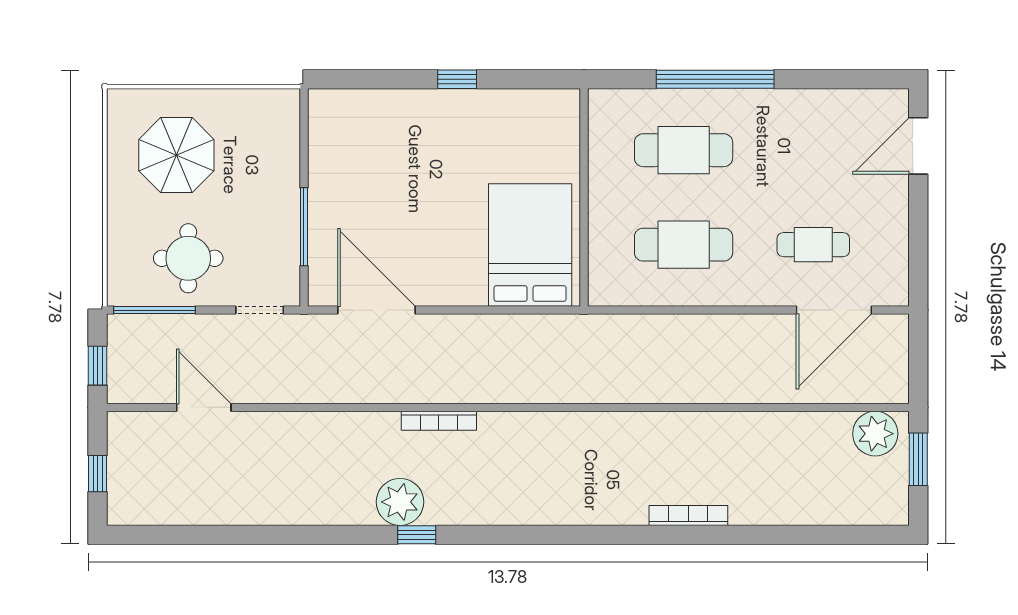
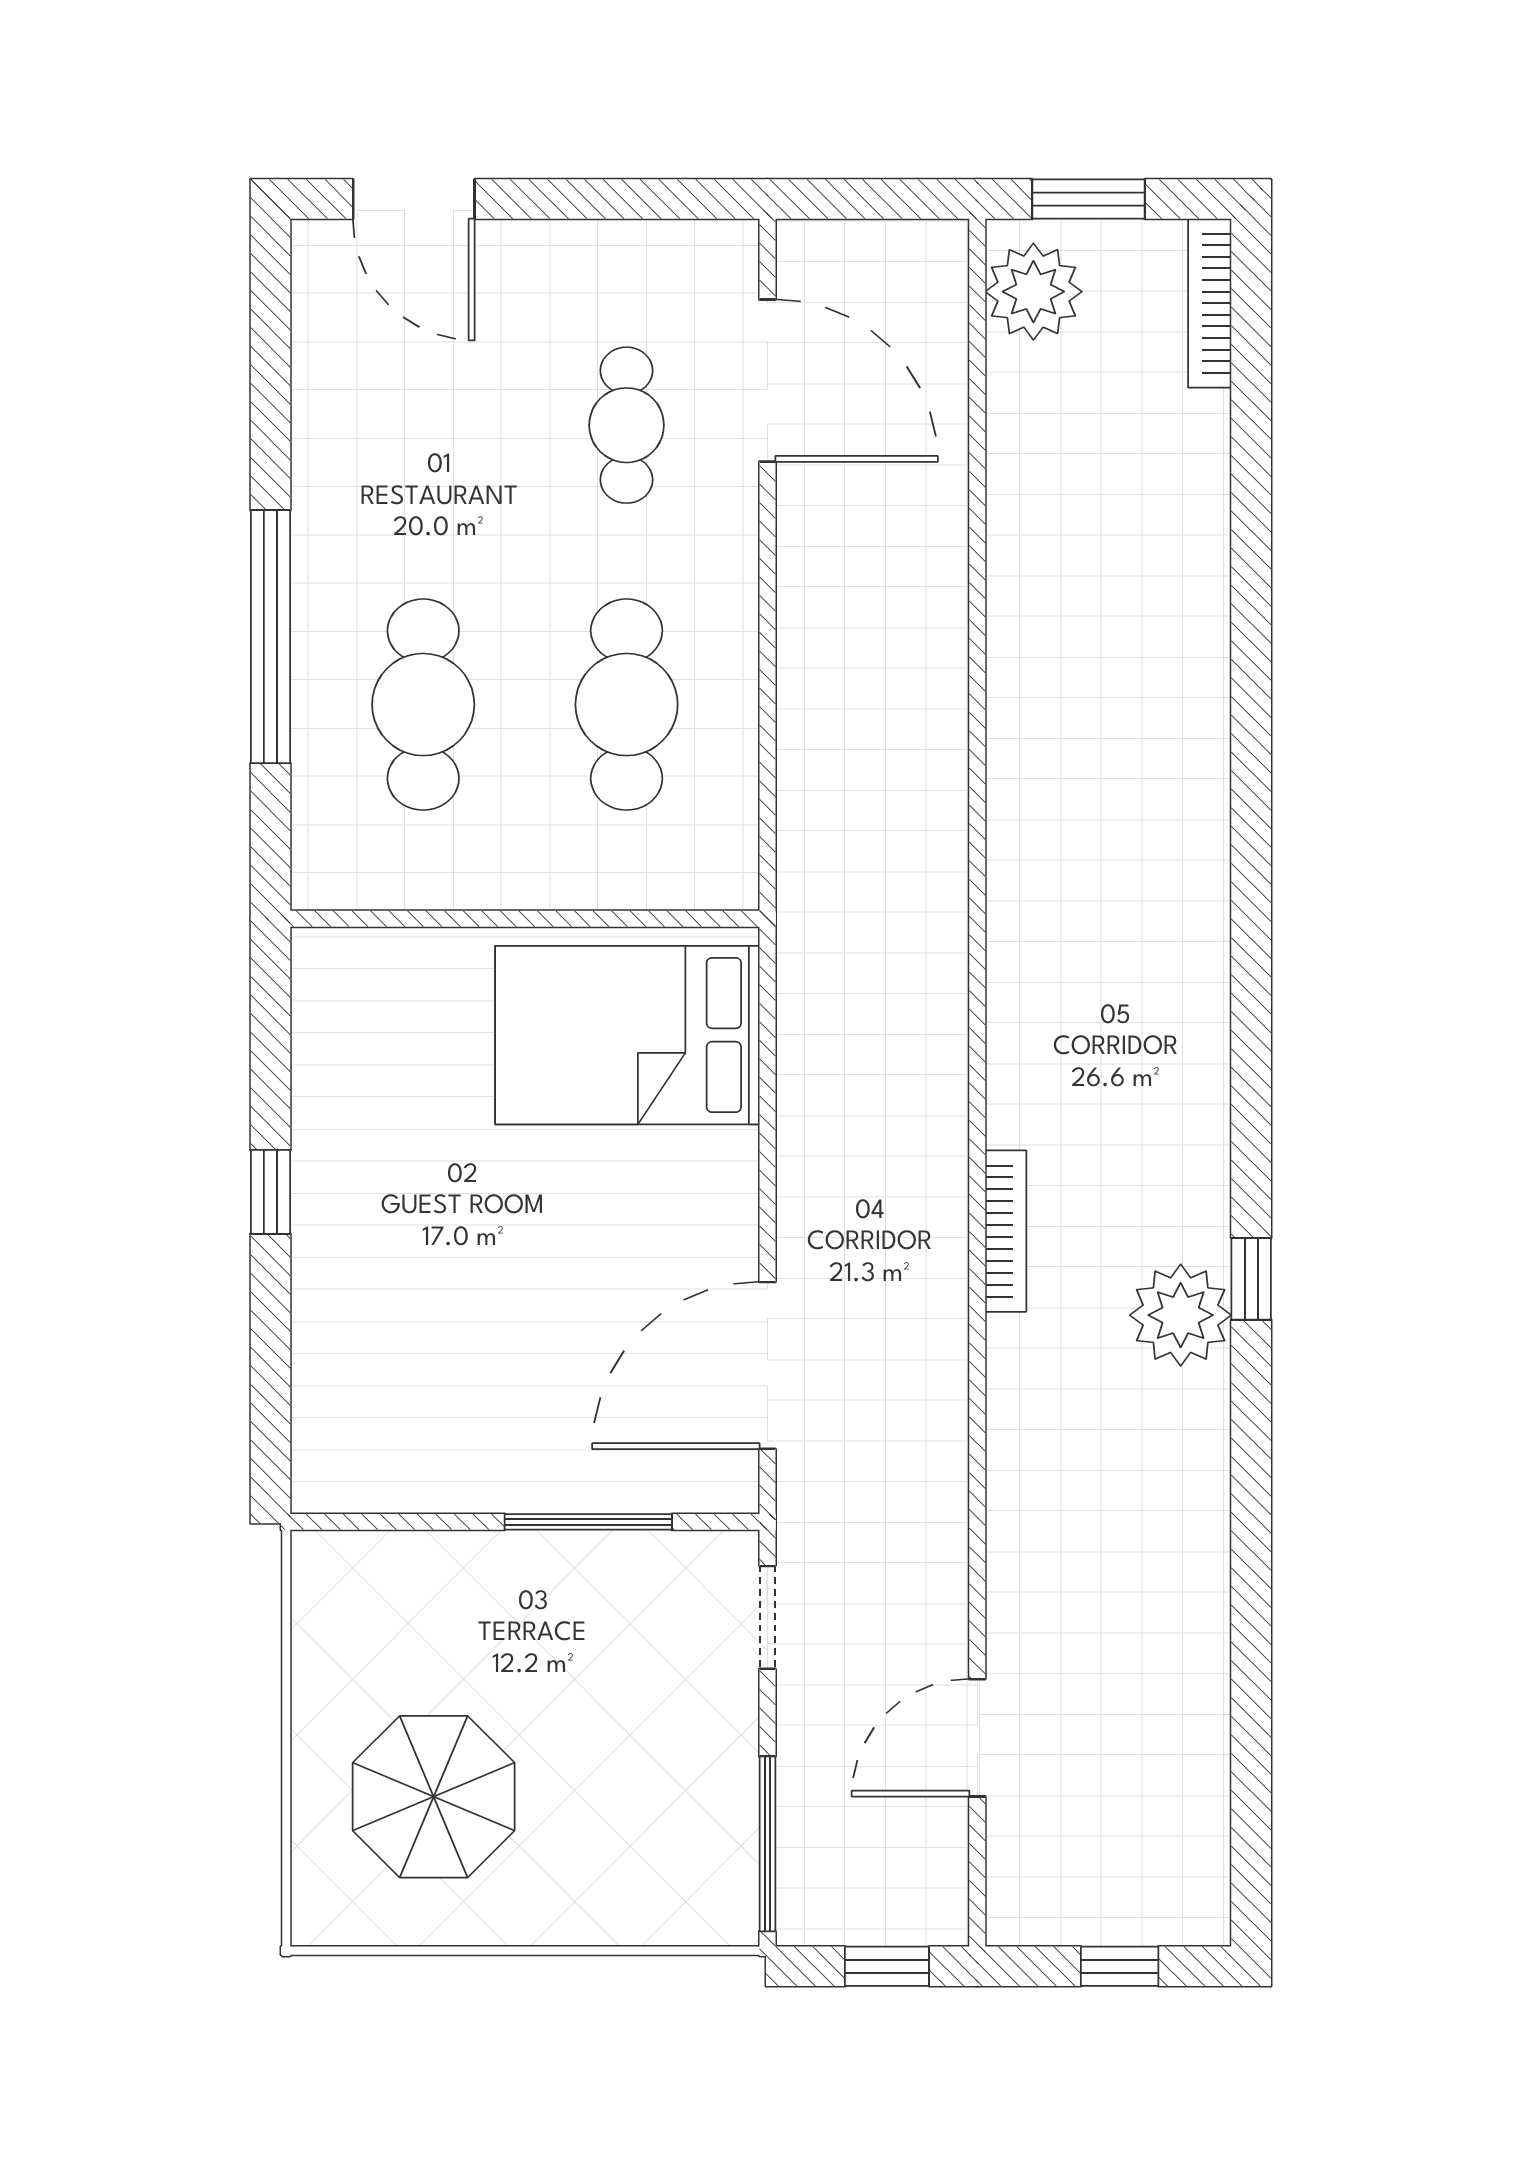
round table: (188, 258) -> (656, 1771), removed
bookcase: (688, 516) -> (1210, 303), moved

